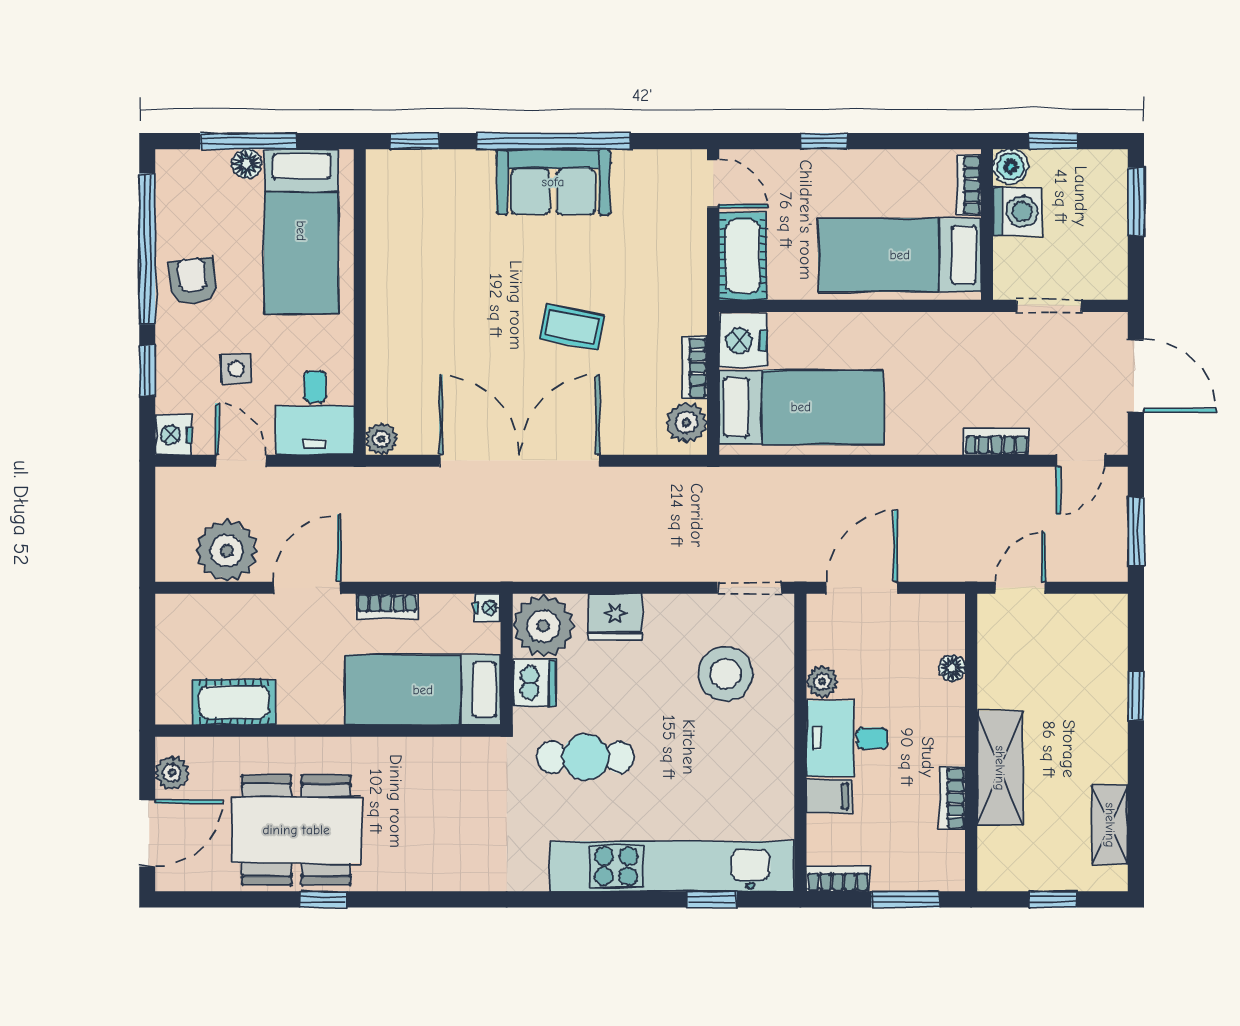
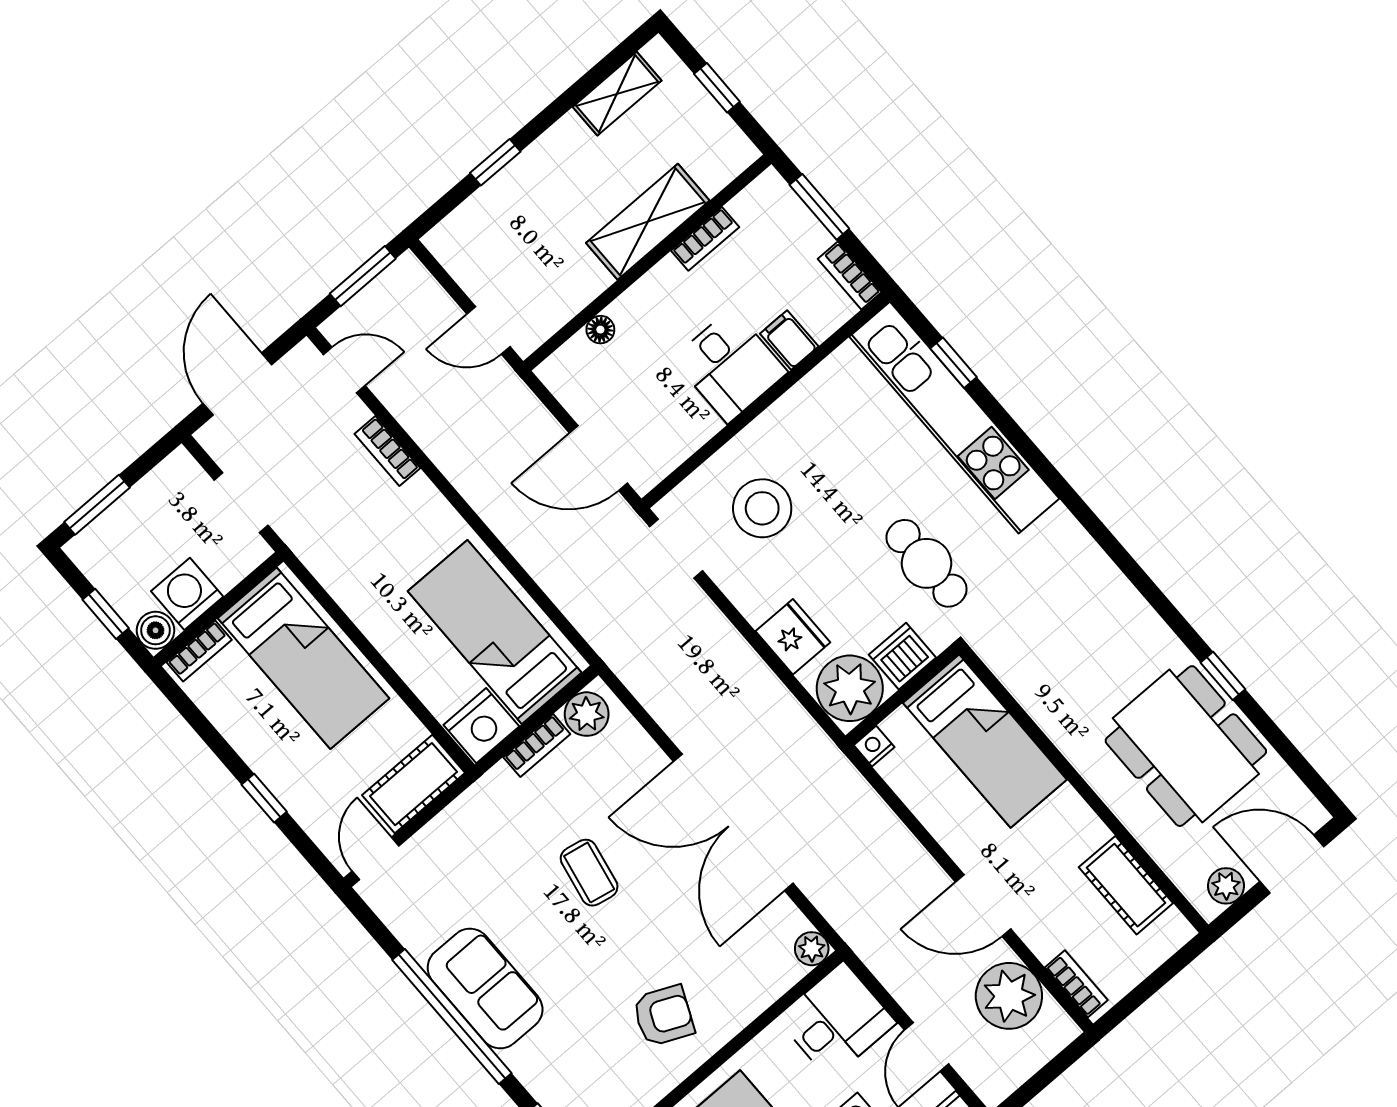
armchair: (424, 292) -> (664, 1016), added
bookcase: (387, 606) -> (1076, 984), moved
plant: (822, 682) -> (701, 425), removed

